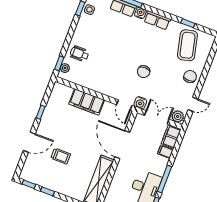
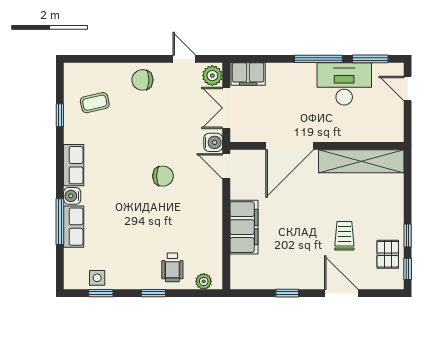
coffee table: (187, 45) -> (95, 103), width x0.54, depth x0.58
window: (59, 63) -> (153, 293), moved
chair: (144, 72) -> (163, 176), moved
door: (124, 105) -> (226, 166), swing flipped
filing cabinet: (165, 152) -> (275, 74), removed
pallet: (41, 176) -> (388, 254), added

